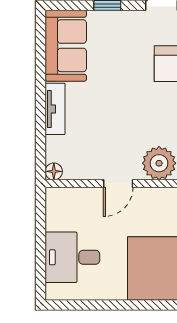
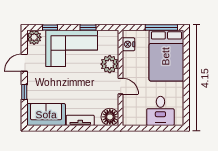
floor lamp: (54, 171) -> (110, 117), width x1.89, depth x1.89

